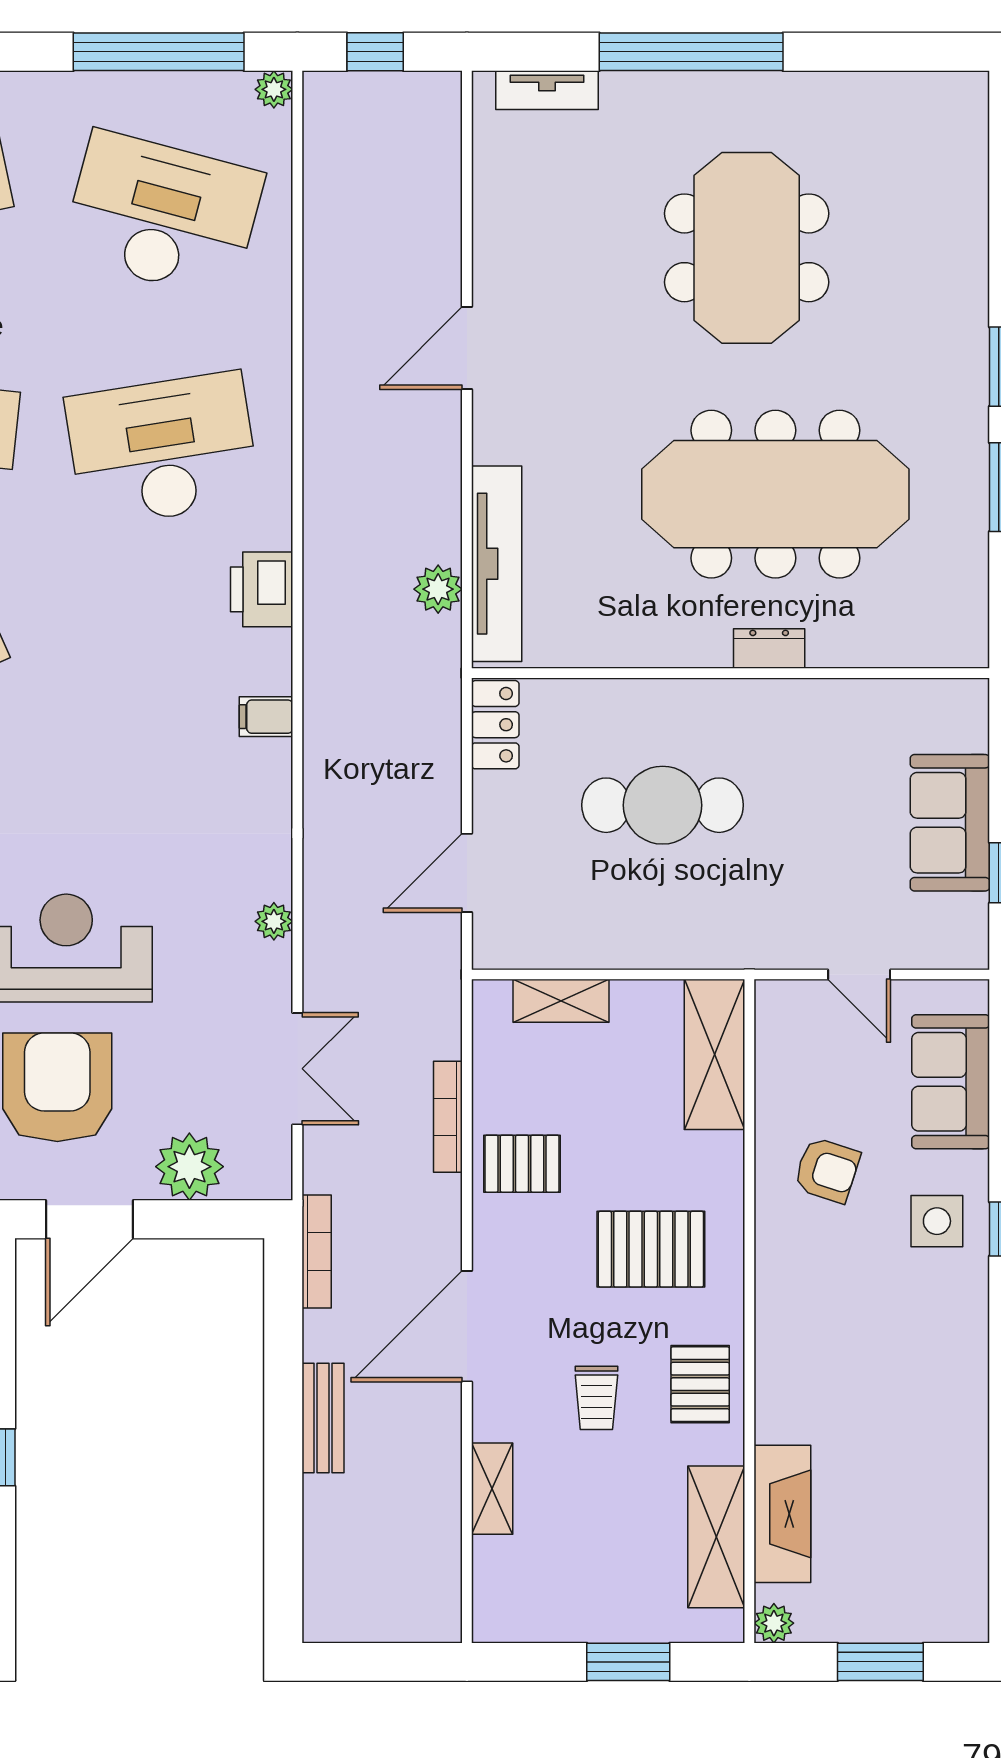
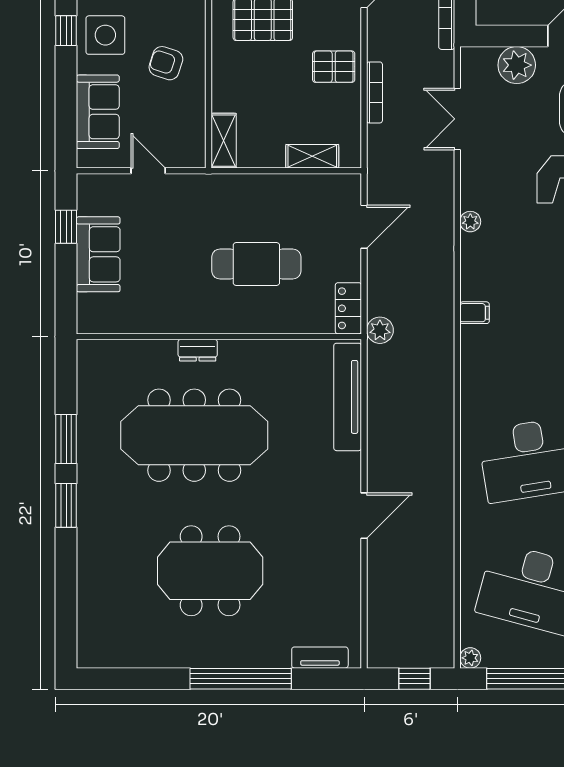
meeting table: (747, 248) -> (210, 571), turned 90
printer: (262, 589) -> (477, 383), removed
plant: (438, 589) -> (380, 330), moved
plant: (274, 921) -> (470, 222), moved
shelving: (715, 1054) -> (224, 141), width x0.67, depth x0.75
side table: (937, 1221) -> (105, 35), width x1.37, depth x1.37

